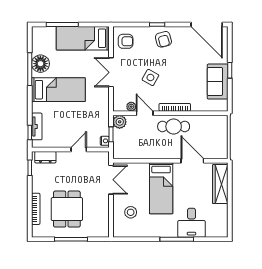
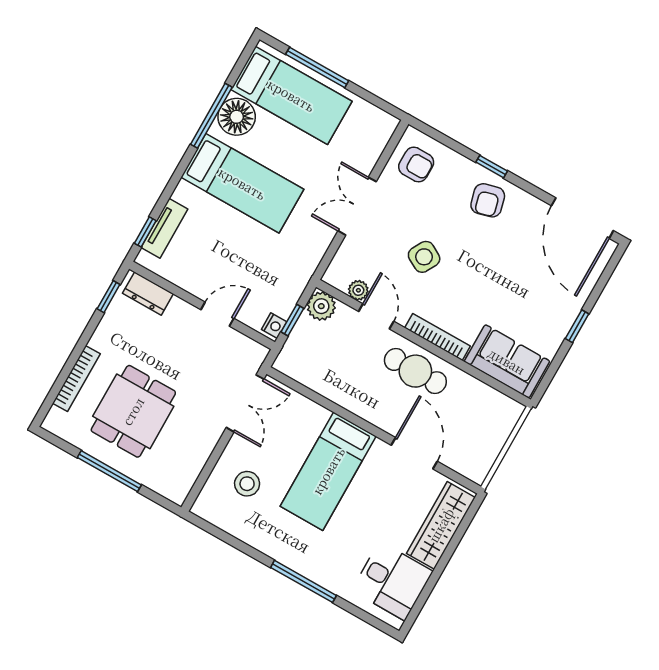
bed: (83, 38) -> (291, 95), moved, turned 180
sofa: (218, 82) -> (507, 361), moved, turned 90
desk: (191, 223) -> (392, 581), moved, turned -90

